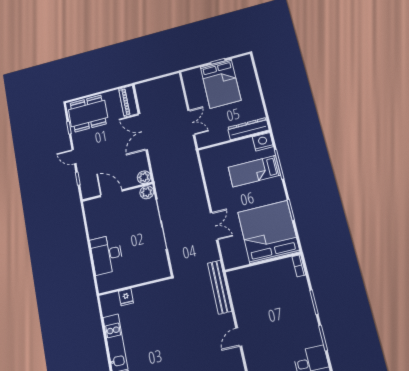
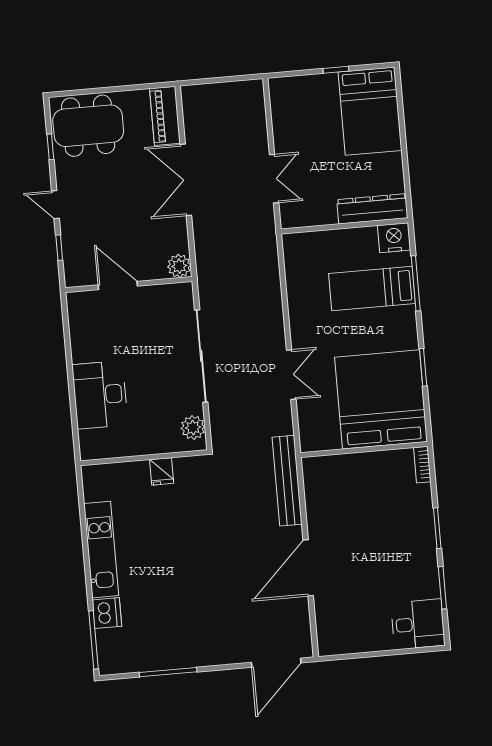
bed: (221, 84) -> (370, 111), moved
plant: (147, 192) -> (193, 428), moved
fridge: (126, 297) -> (162, 471), moved
door: (239, 337) -> (308, 568), width x1.87

